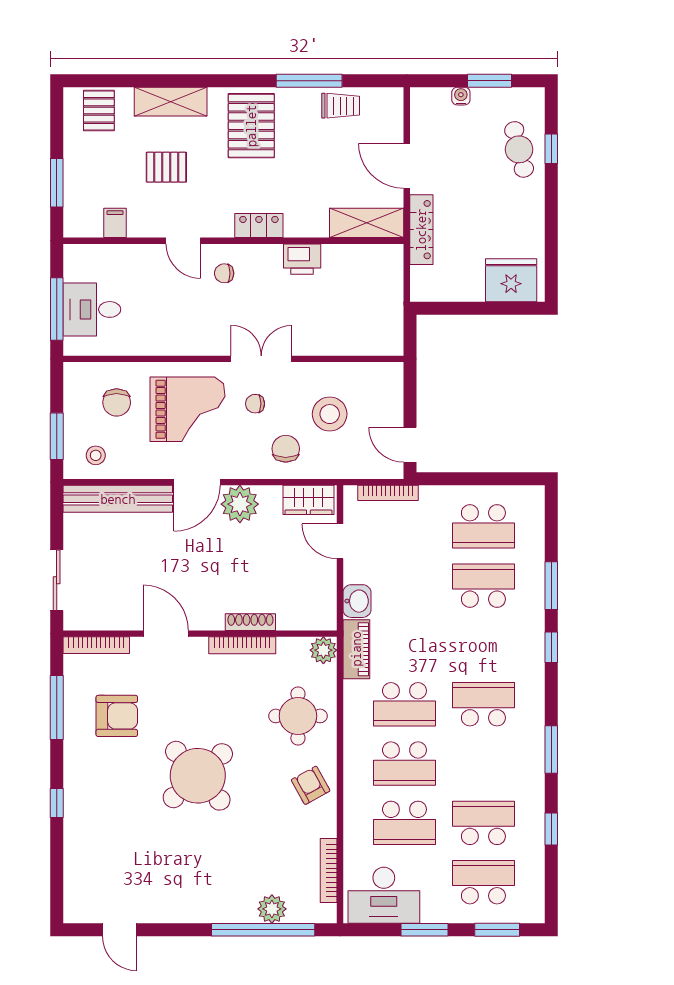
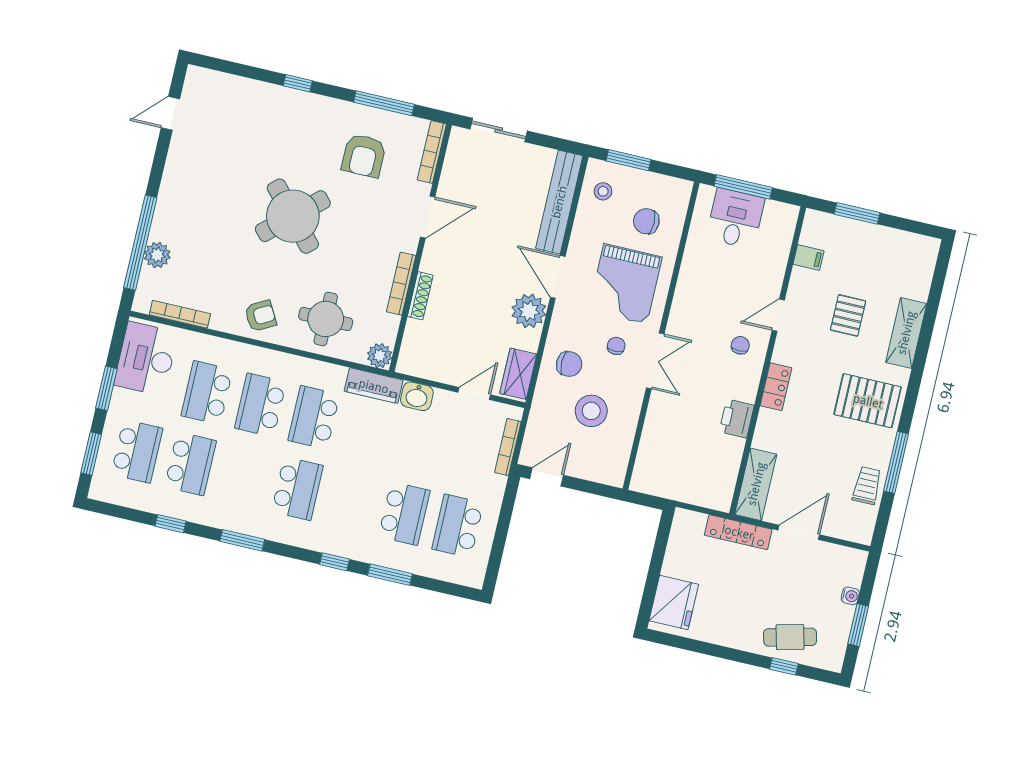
trolley: (341, 106) -> (867, 486), turned 180
pallet: (99, 110) -> (913, 266), removed

